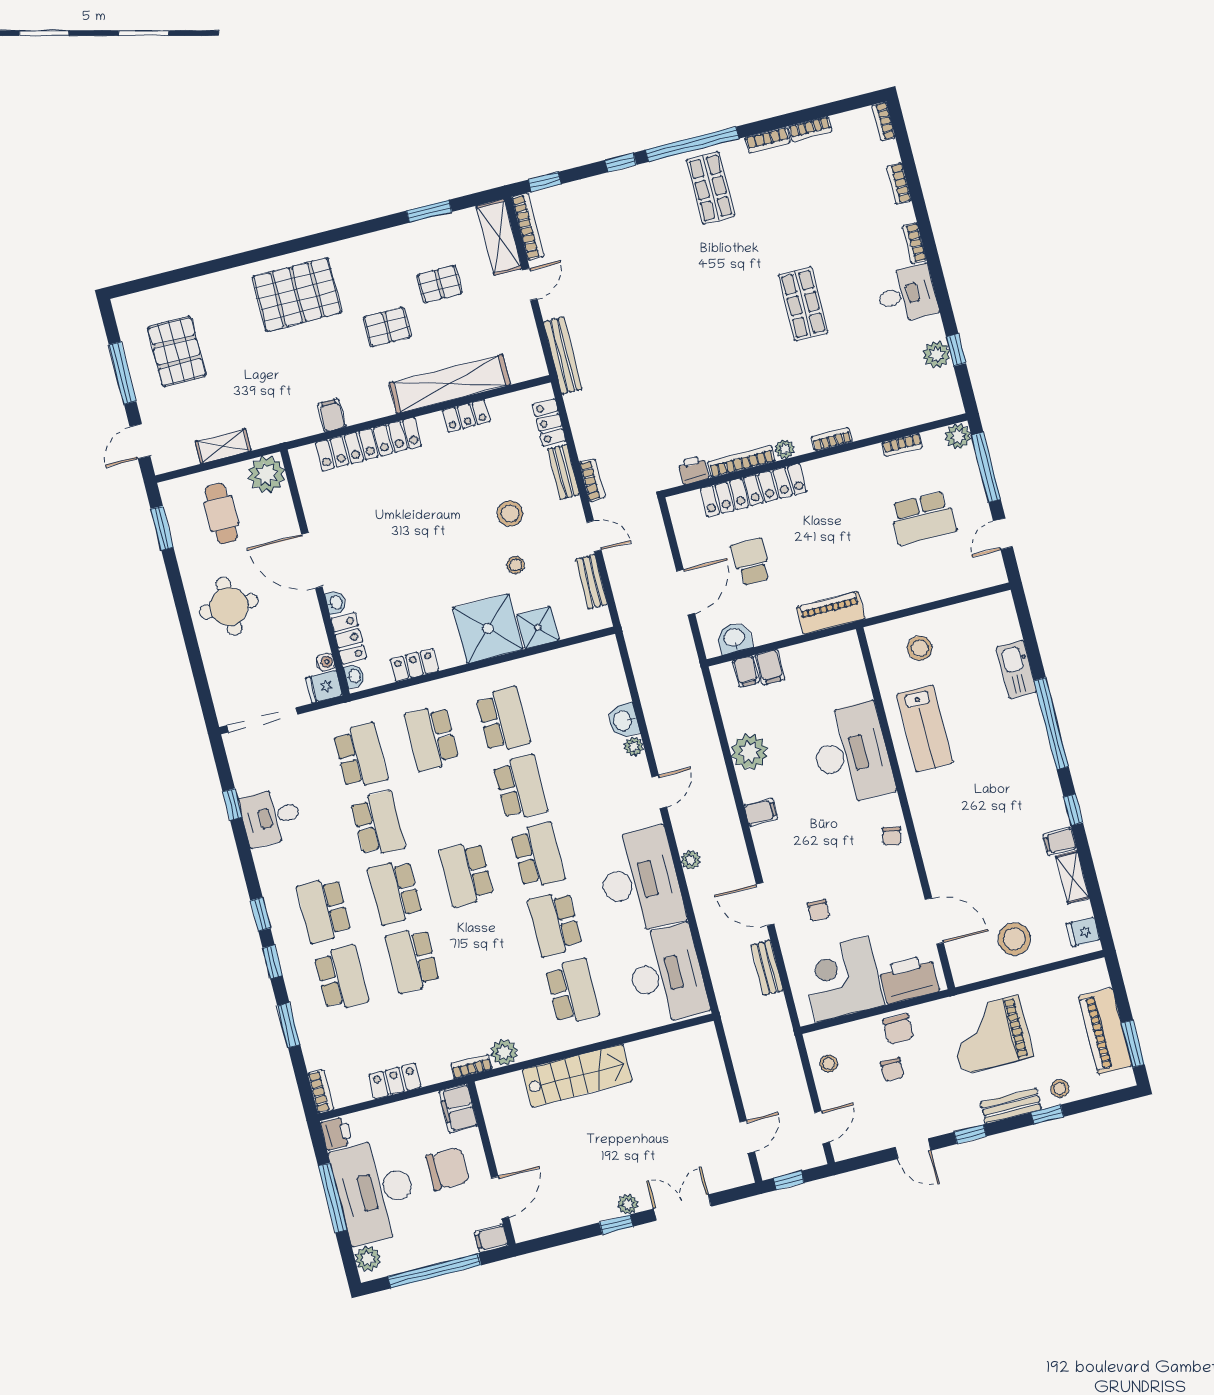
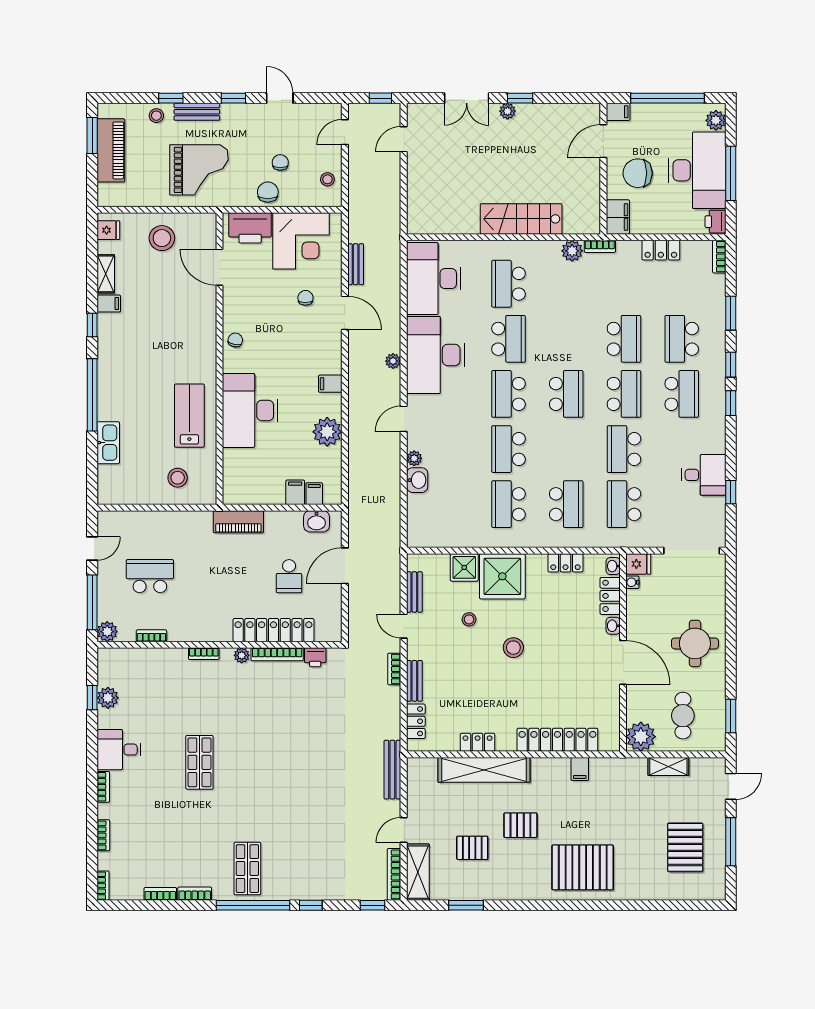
stool: (510, 514) -> (513, 648), moved

